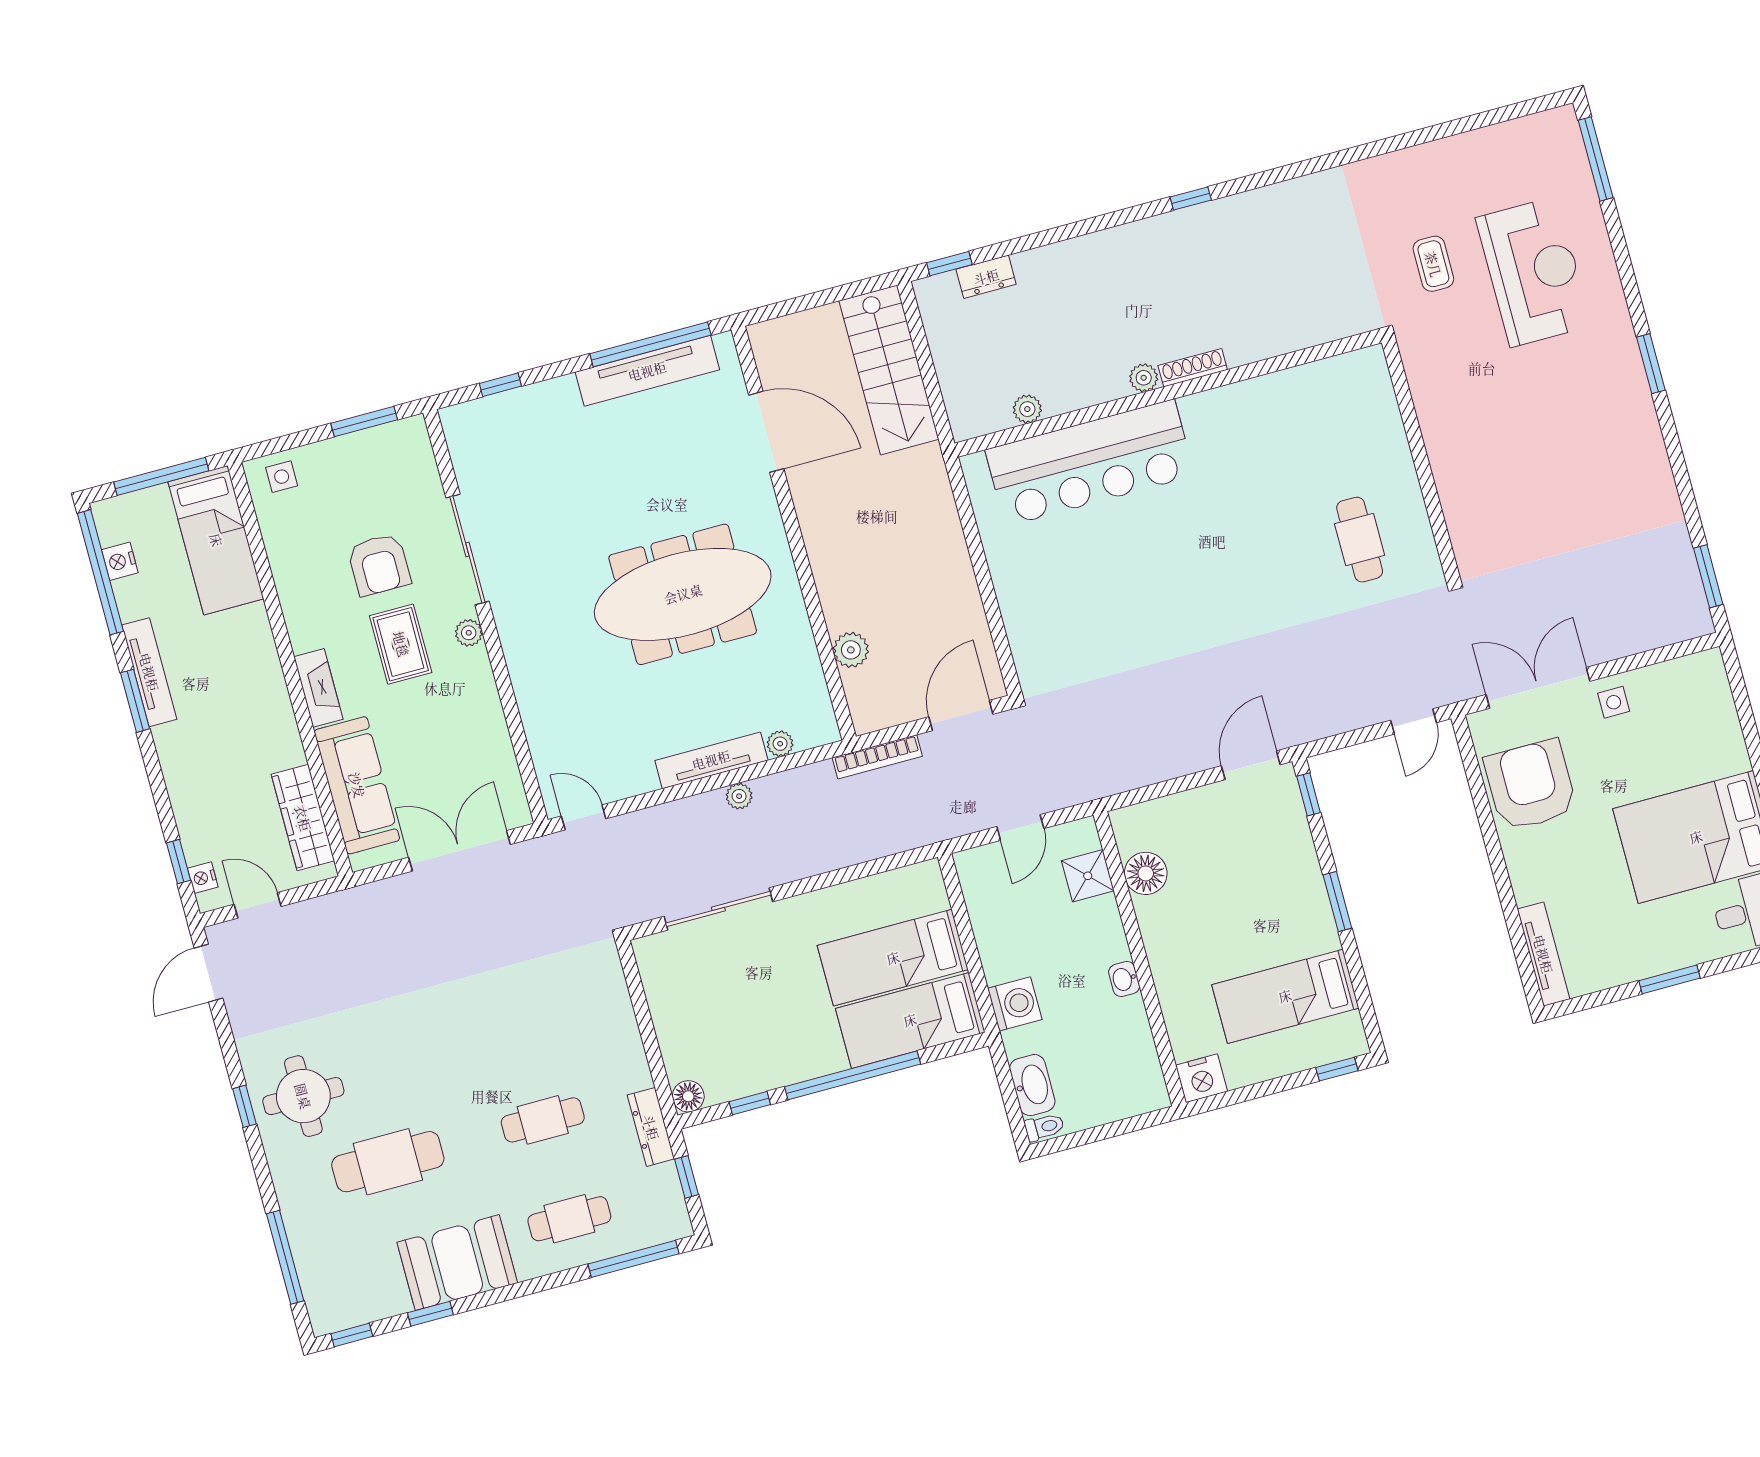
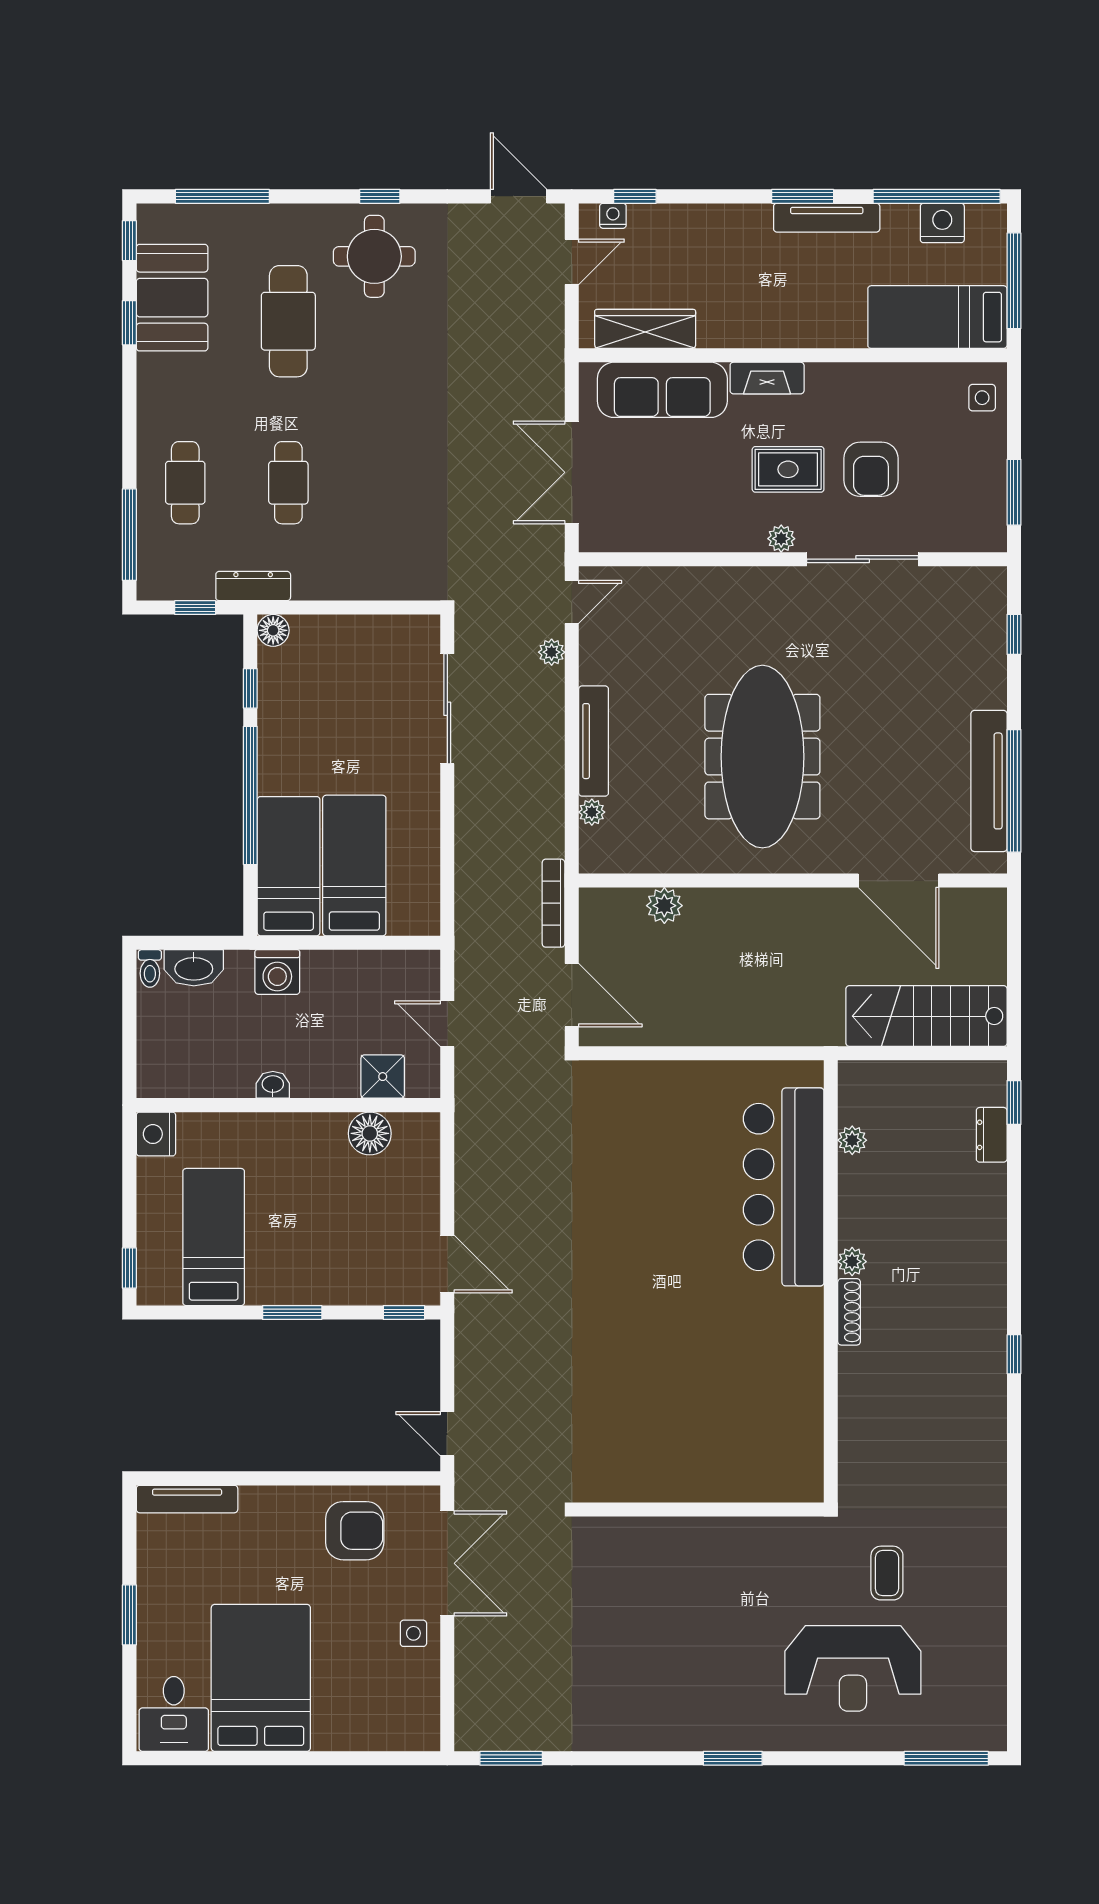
coffee table: (1433, 264) -> (887, 1573), turned 90
door: (766, 432) -> (899, 881), hinge flipped
cafe table: (1360, 540) -> (638, 1429), removed
nightstand: (120, 561) -> (942, 223), width x1.36, depth x1.33
armchair: (379, 565) -> (871, 469), turned -90
armchair: (1530, 785) -> (355, 1531), width x0.73, depth x0.73
plant: (739, 796) -> (552, 652), moved
double door: (459, 851) -> (572, 472), swing flipped
booth: (457, 1263) -> (172, 298), moved

